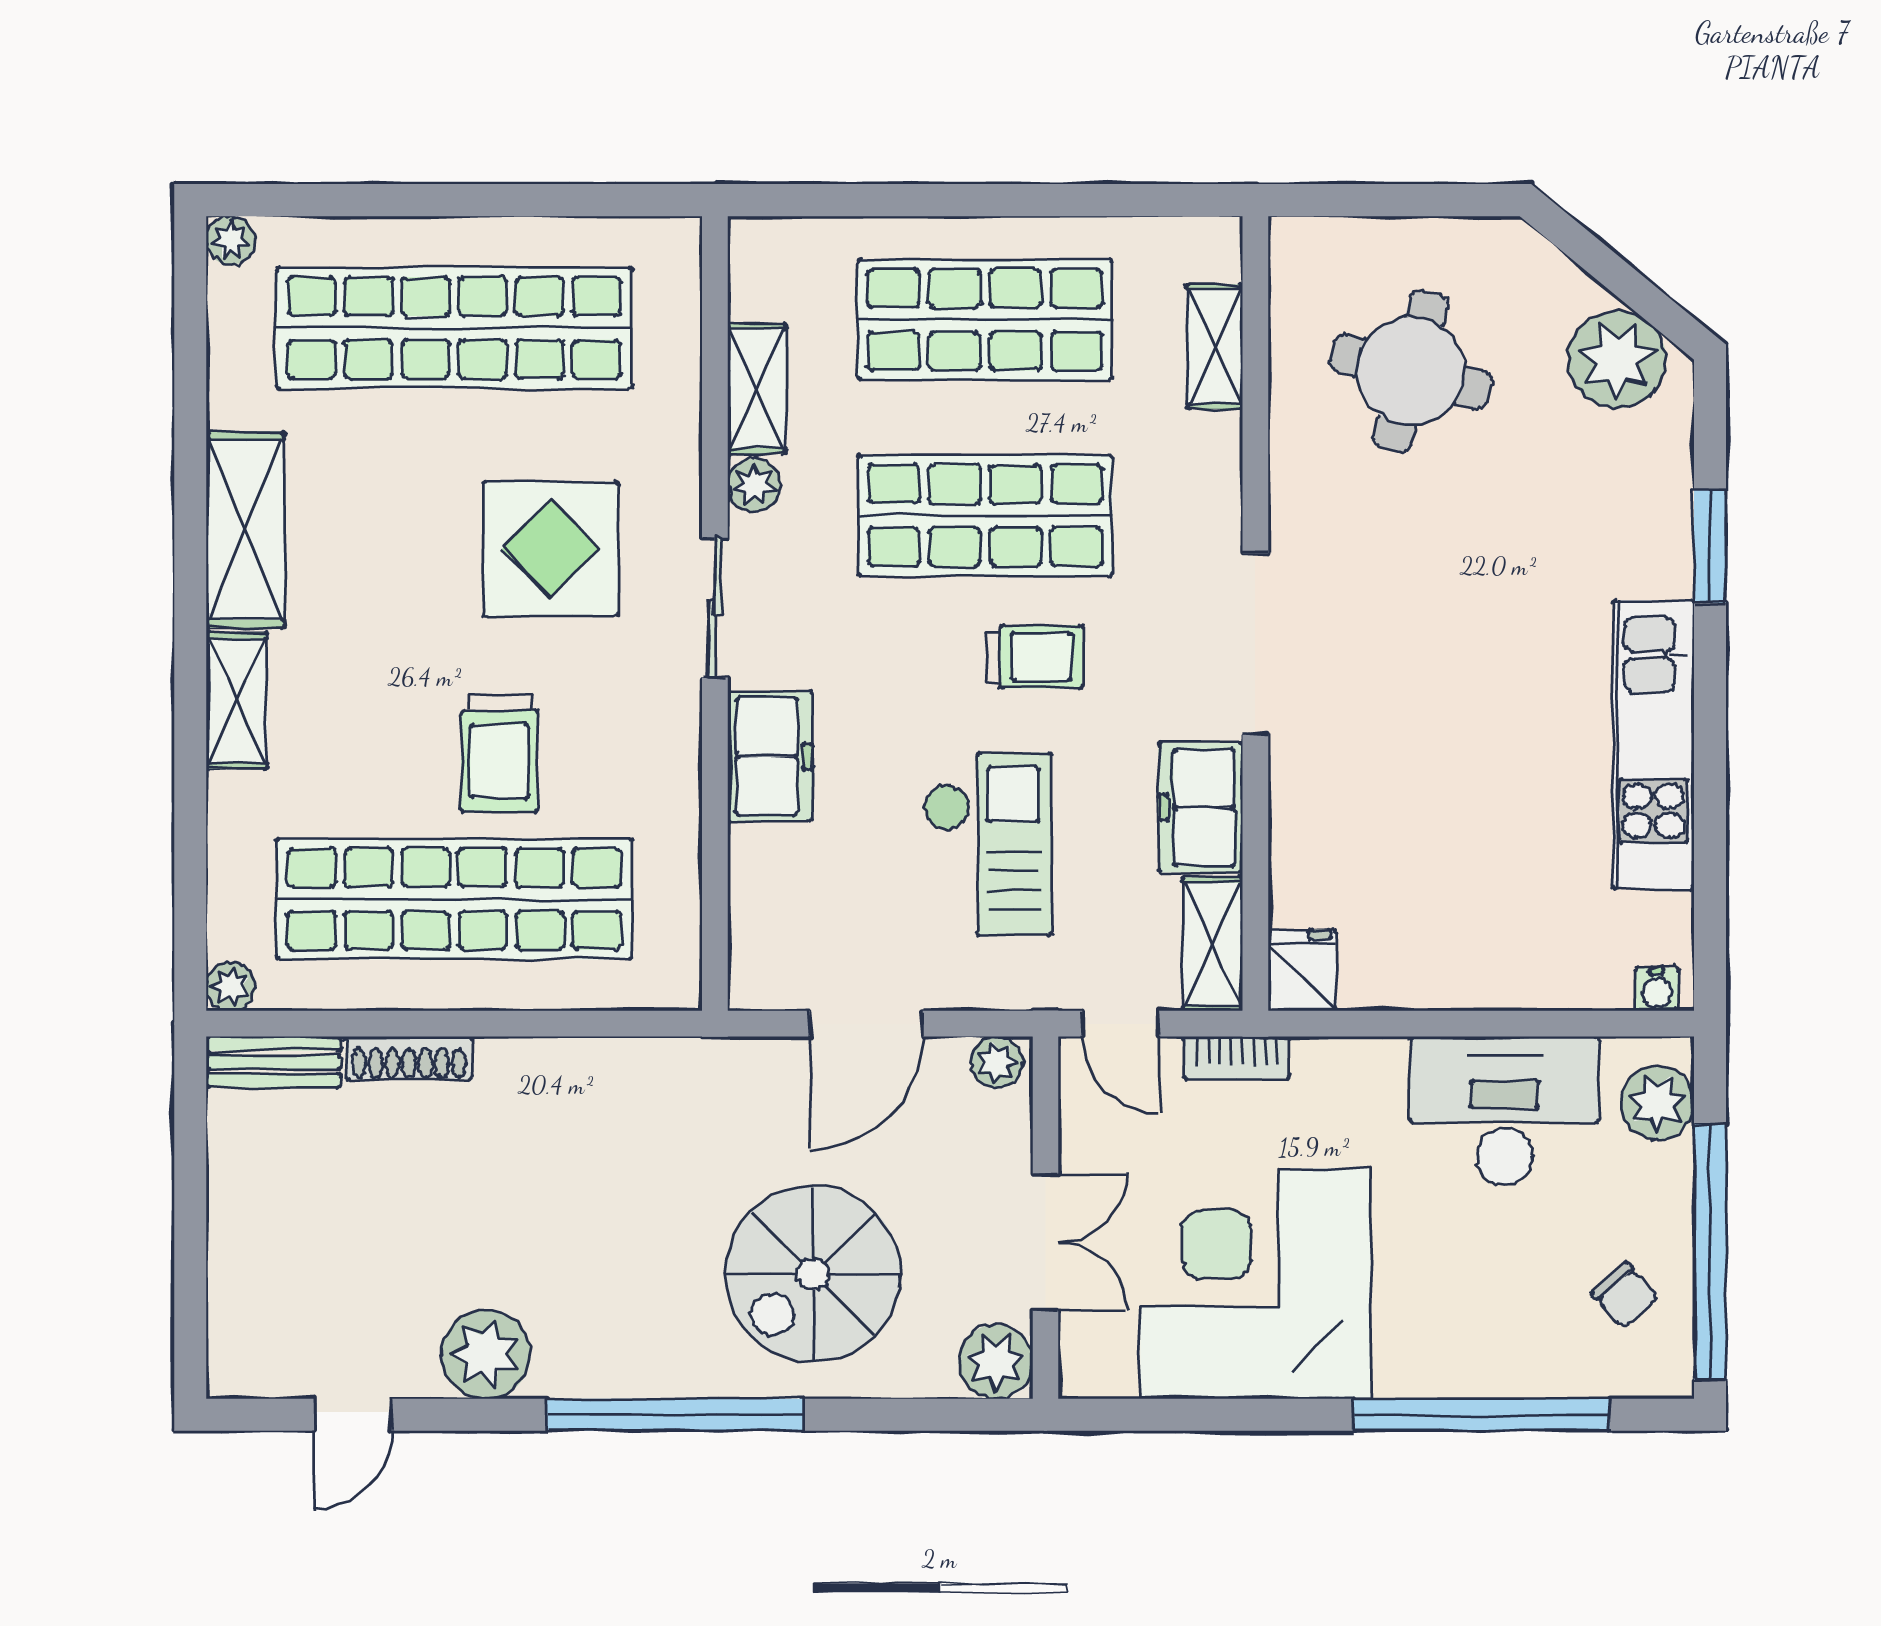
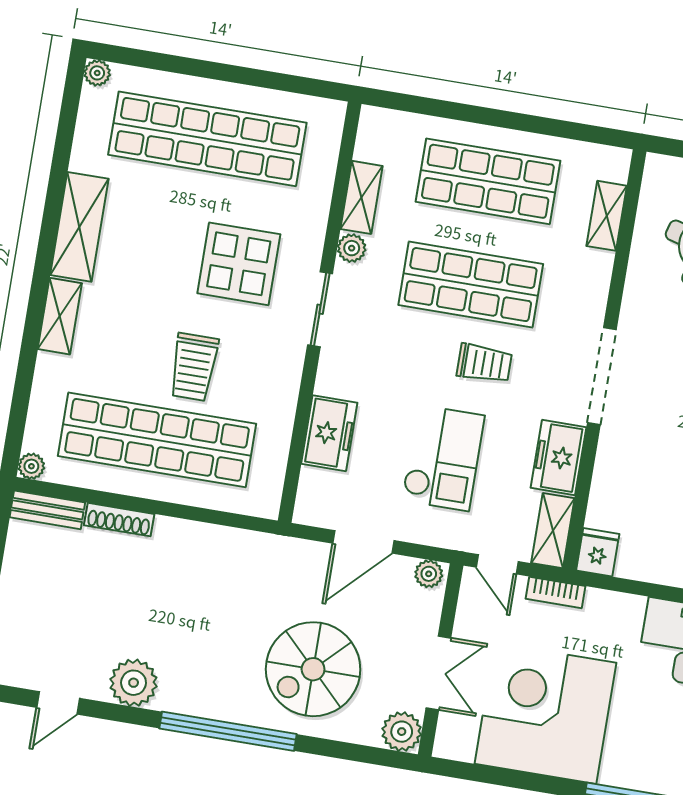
freezer: (770, 756) -> (329, 433), moved

